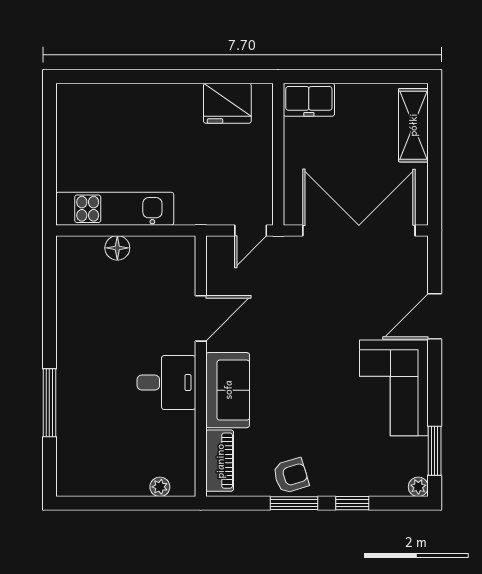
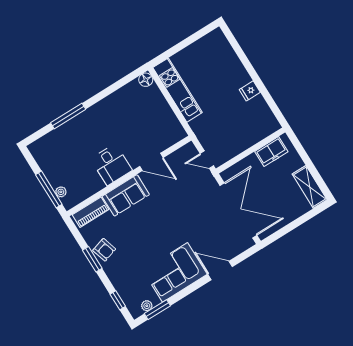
freezer: (309, 100) -> (271, 152), moved, turned -90
fridge: (227, 103) -> (250, 91), moved, width x0.53, depth x0.75
shelving: (413, 125) -> (310, 187), moved, turned 90
floor lamp: (117, 248) -> (146, 80), moved
plant: (418, 487) -> (147, 306), moved
window: (145, 503) -> (49, 189), added
window: (352, 503) -> (118, 300), moved

